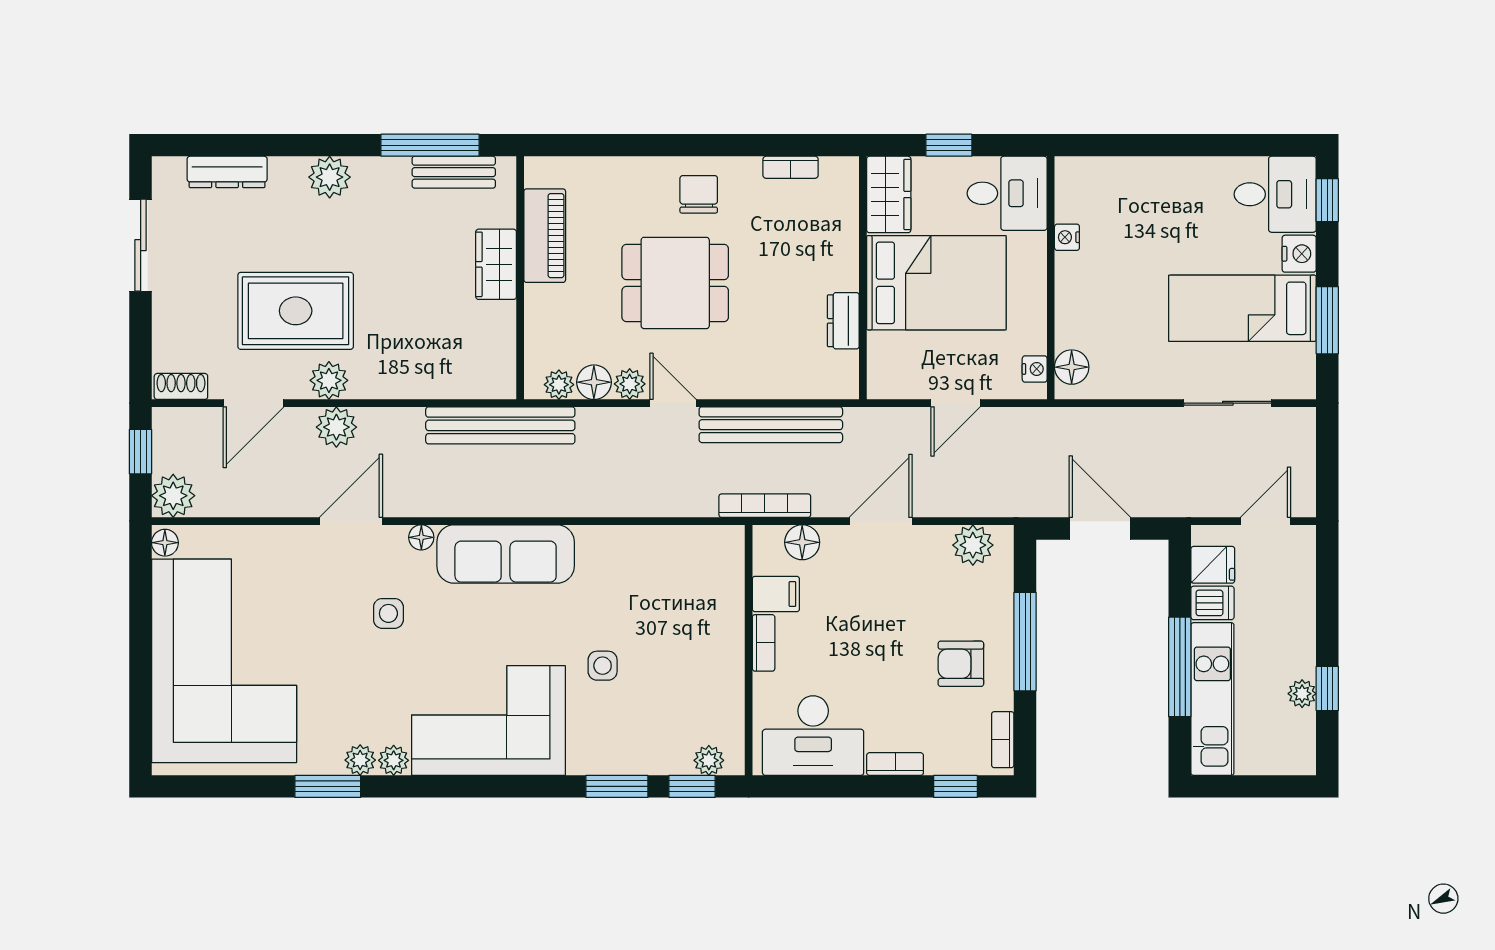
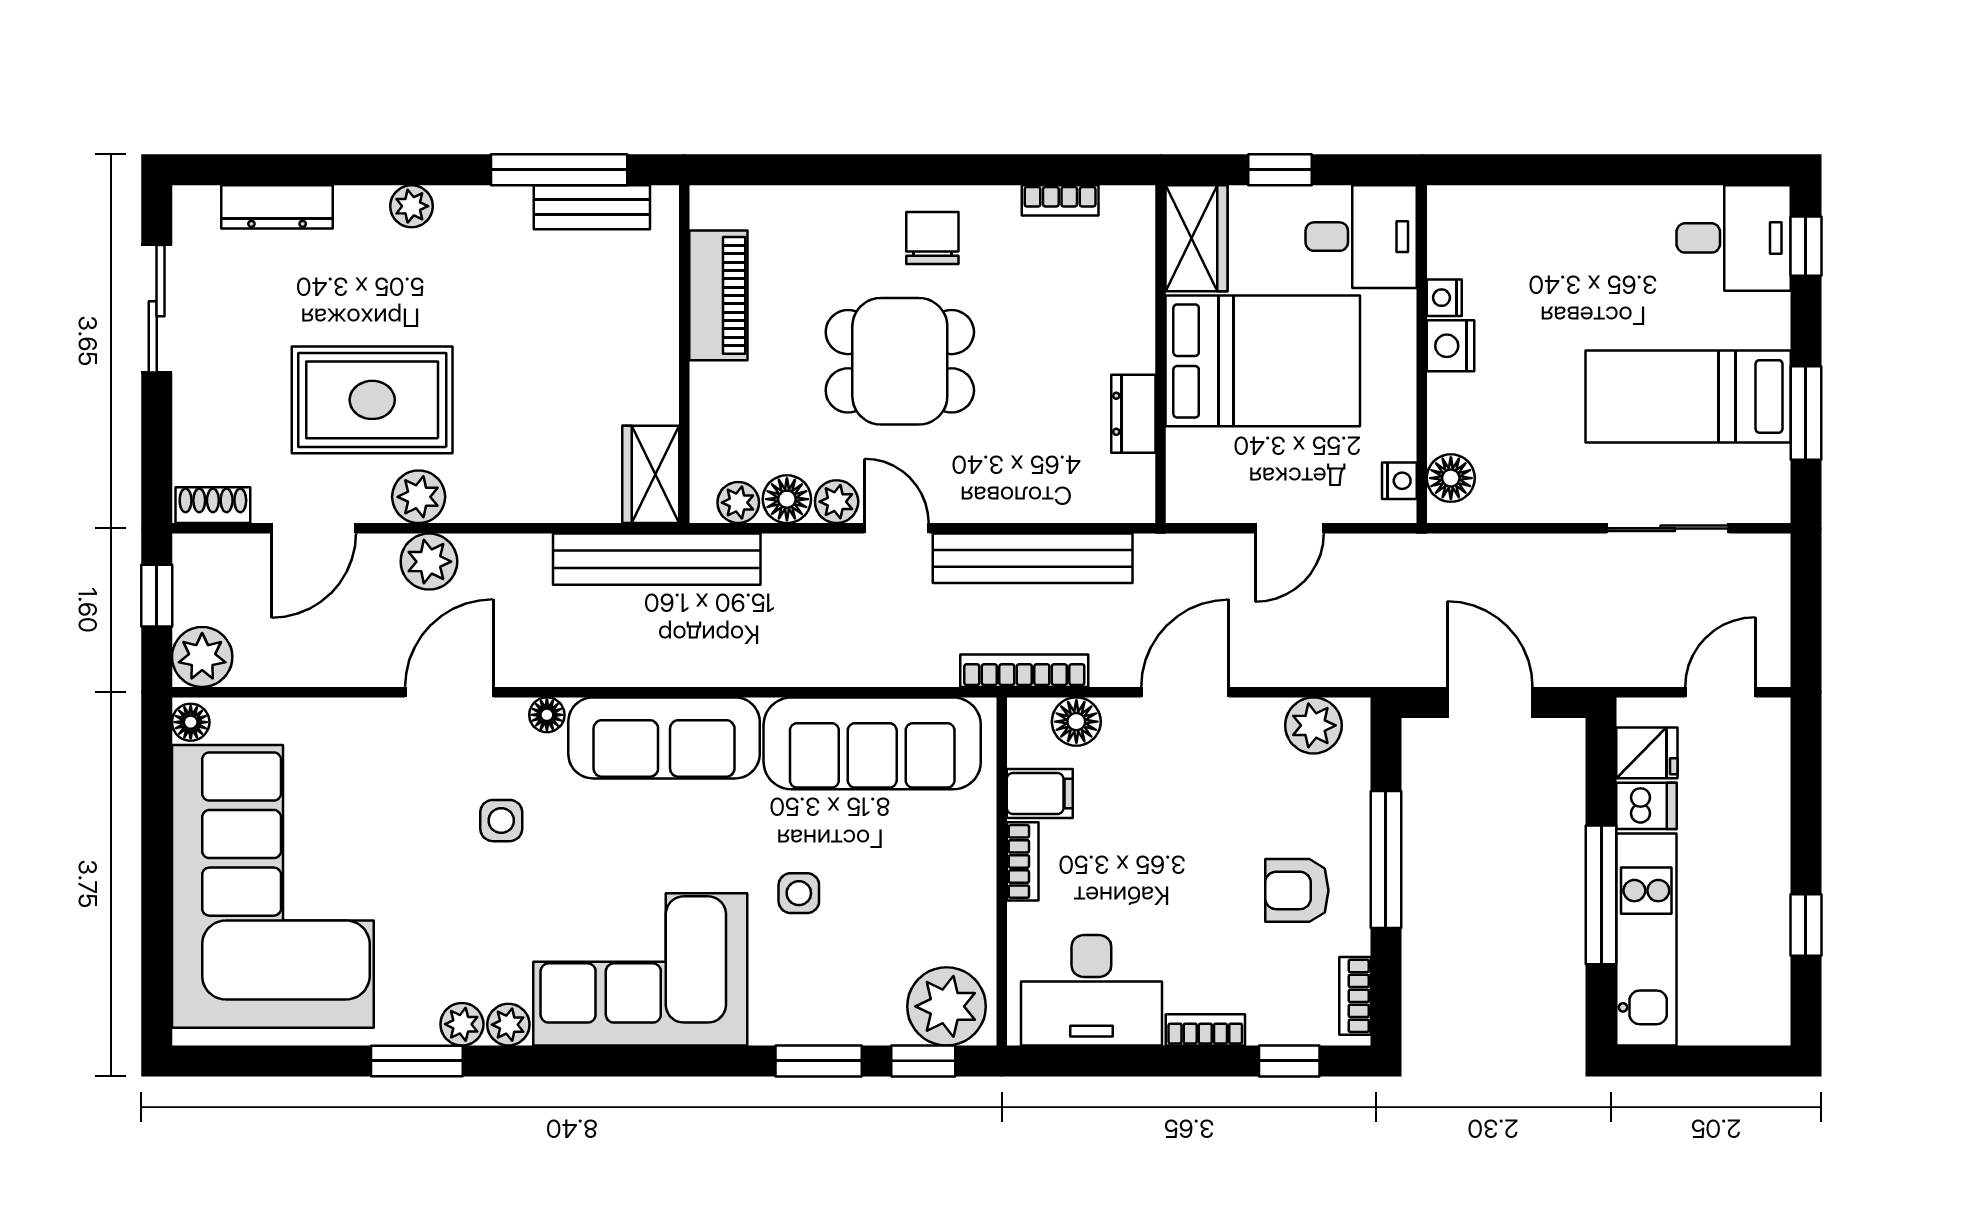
plant: (330, 177) -> (411, 206), width x0.73, depth x0.73
nightstand: (1299, 254) -> (1451, 346), moved, turned 180
wardrobe: (496, 264) -> (651, 474), moved
sofa: (655, 558) -> (872, 743), added
plant: (1302, 694) -> (1771, 932), removed
plant: (709, 760) -> (947, 1006), width x1.87, depth x1.87

